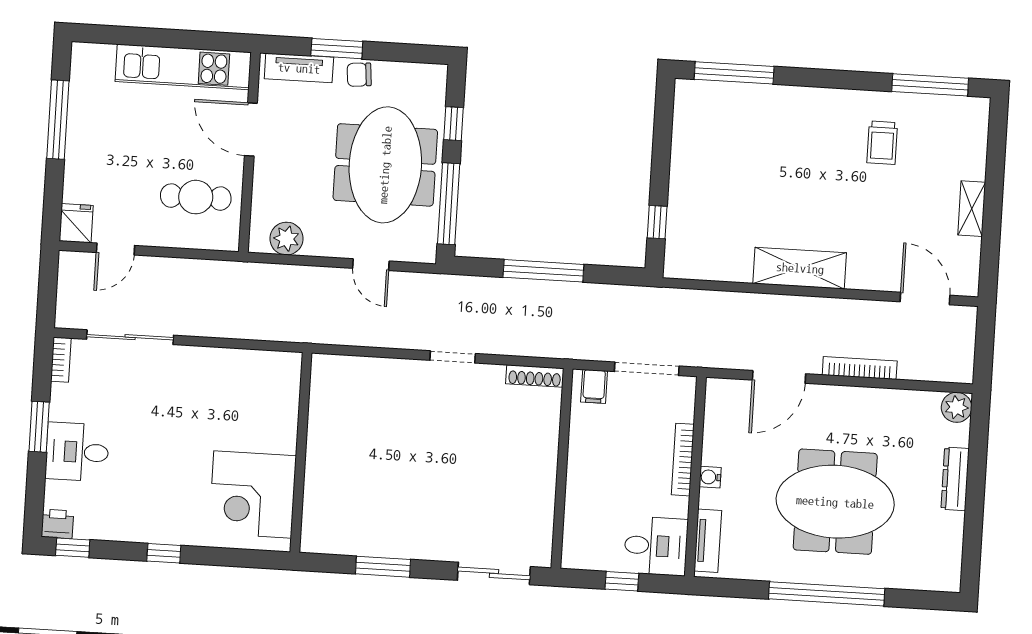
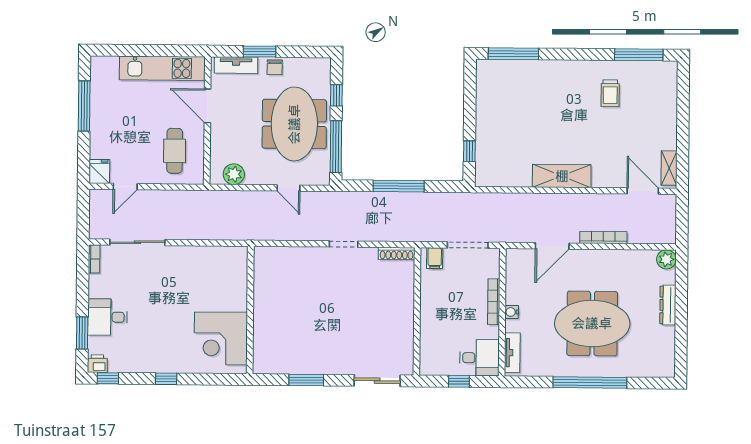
chair: (359, 75) -> (275, 67), turned -85
cafe table: (196, 197) -> (175, 151), turned 90
shelving: (972, 209) -> (669, 168), moved
window: (39, 427) -> (82, 333), moved

